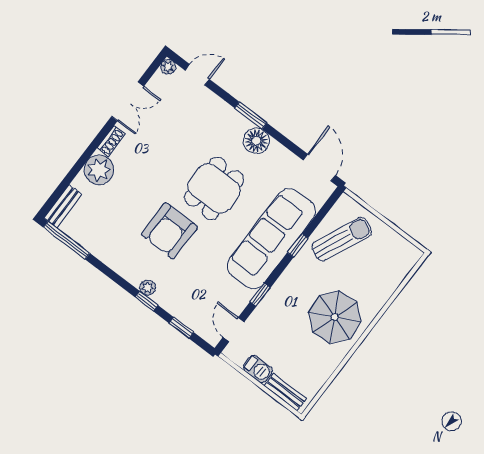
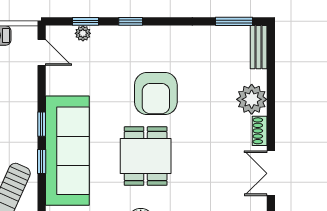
armchair: (169, 231) -> (156, 94), turned 180
window: (67, 240) -> (234, 21), width x0.69
plant: (148, 288) -> (83, 33), moved
window: (260, 295) -> (42, 124), moved

